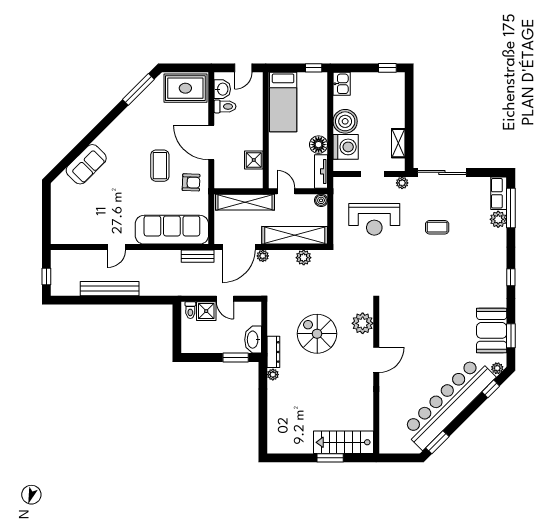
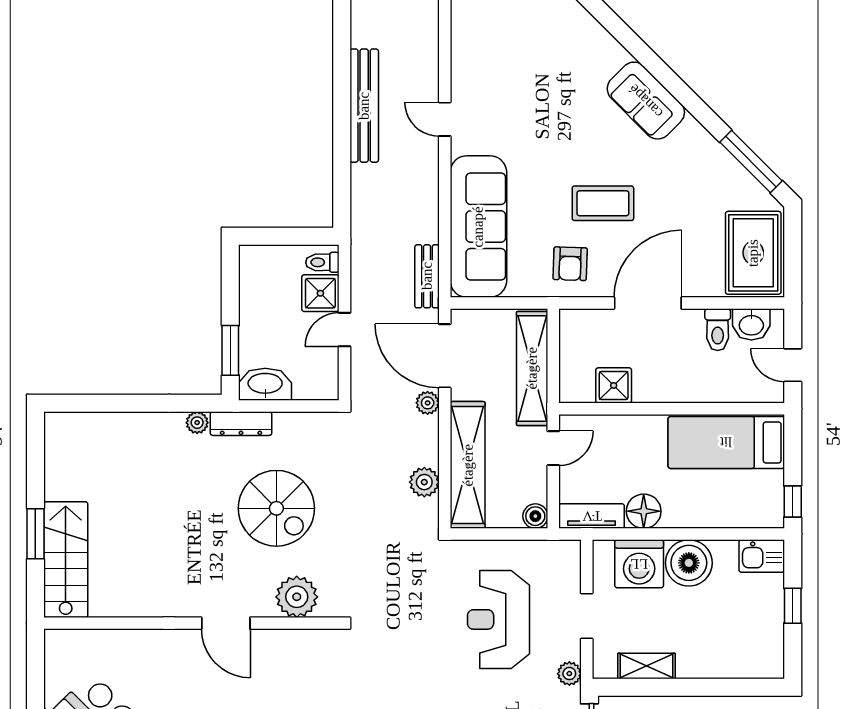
window: (387, 68) -> (793, 606), moved
sofa: (86, 164) -> (646, 101), moved
spiral stairs: (317, 334) -> (276, 508), turned 90

